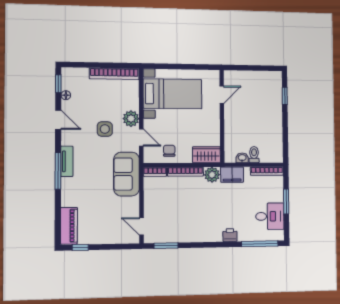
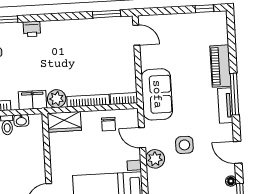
piano: (69, 226) -> (220, 66), moved

